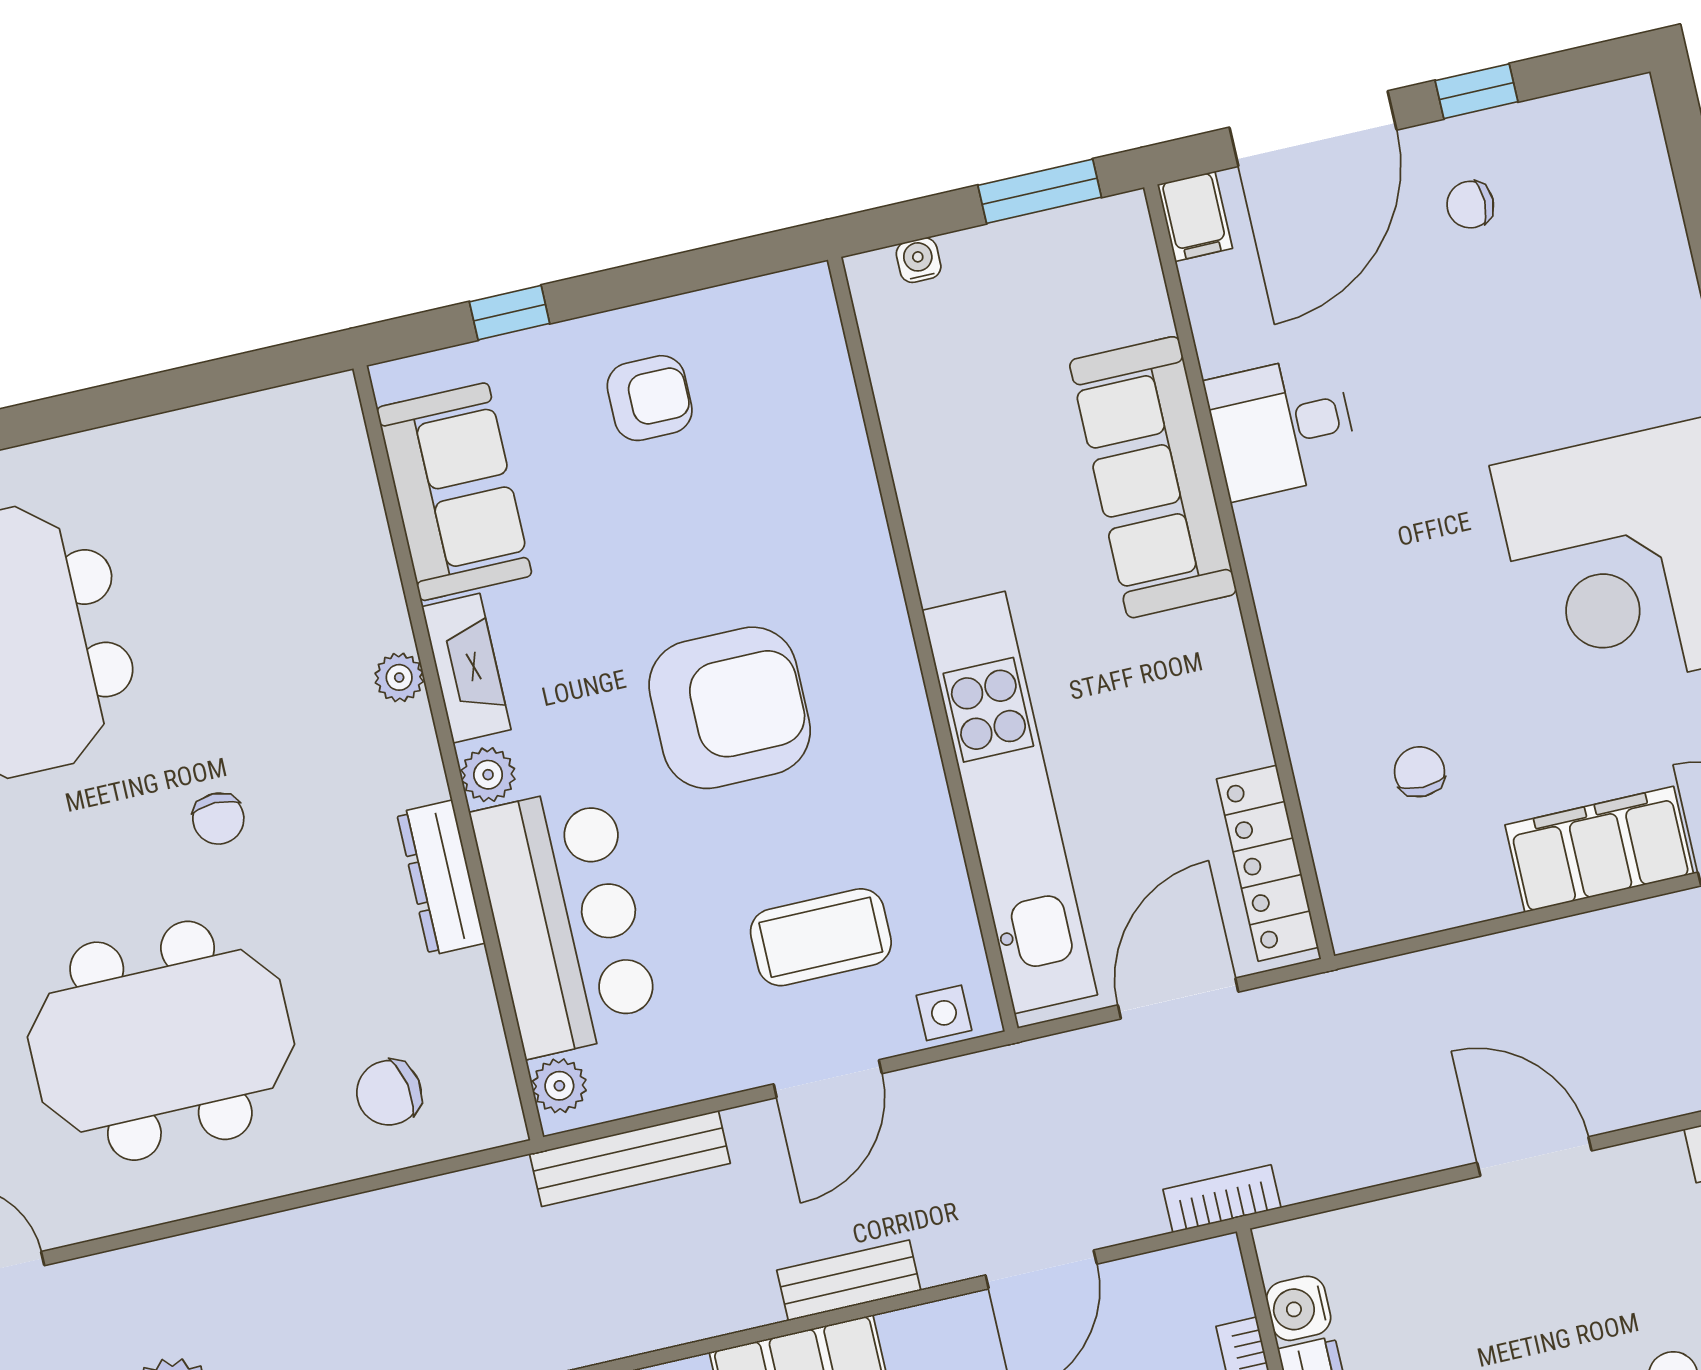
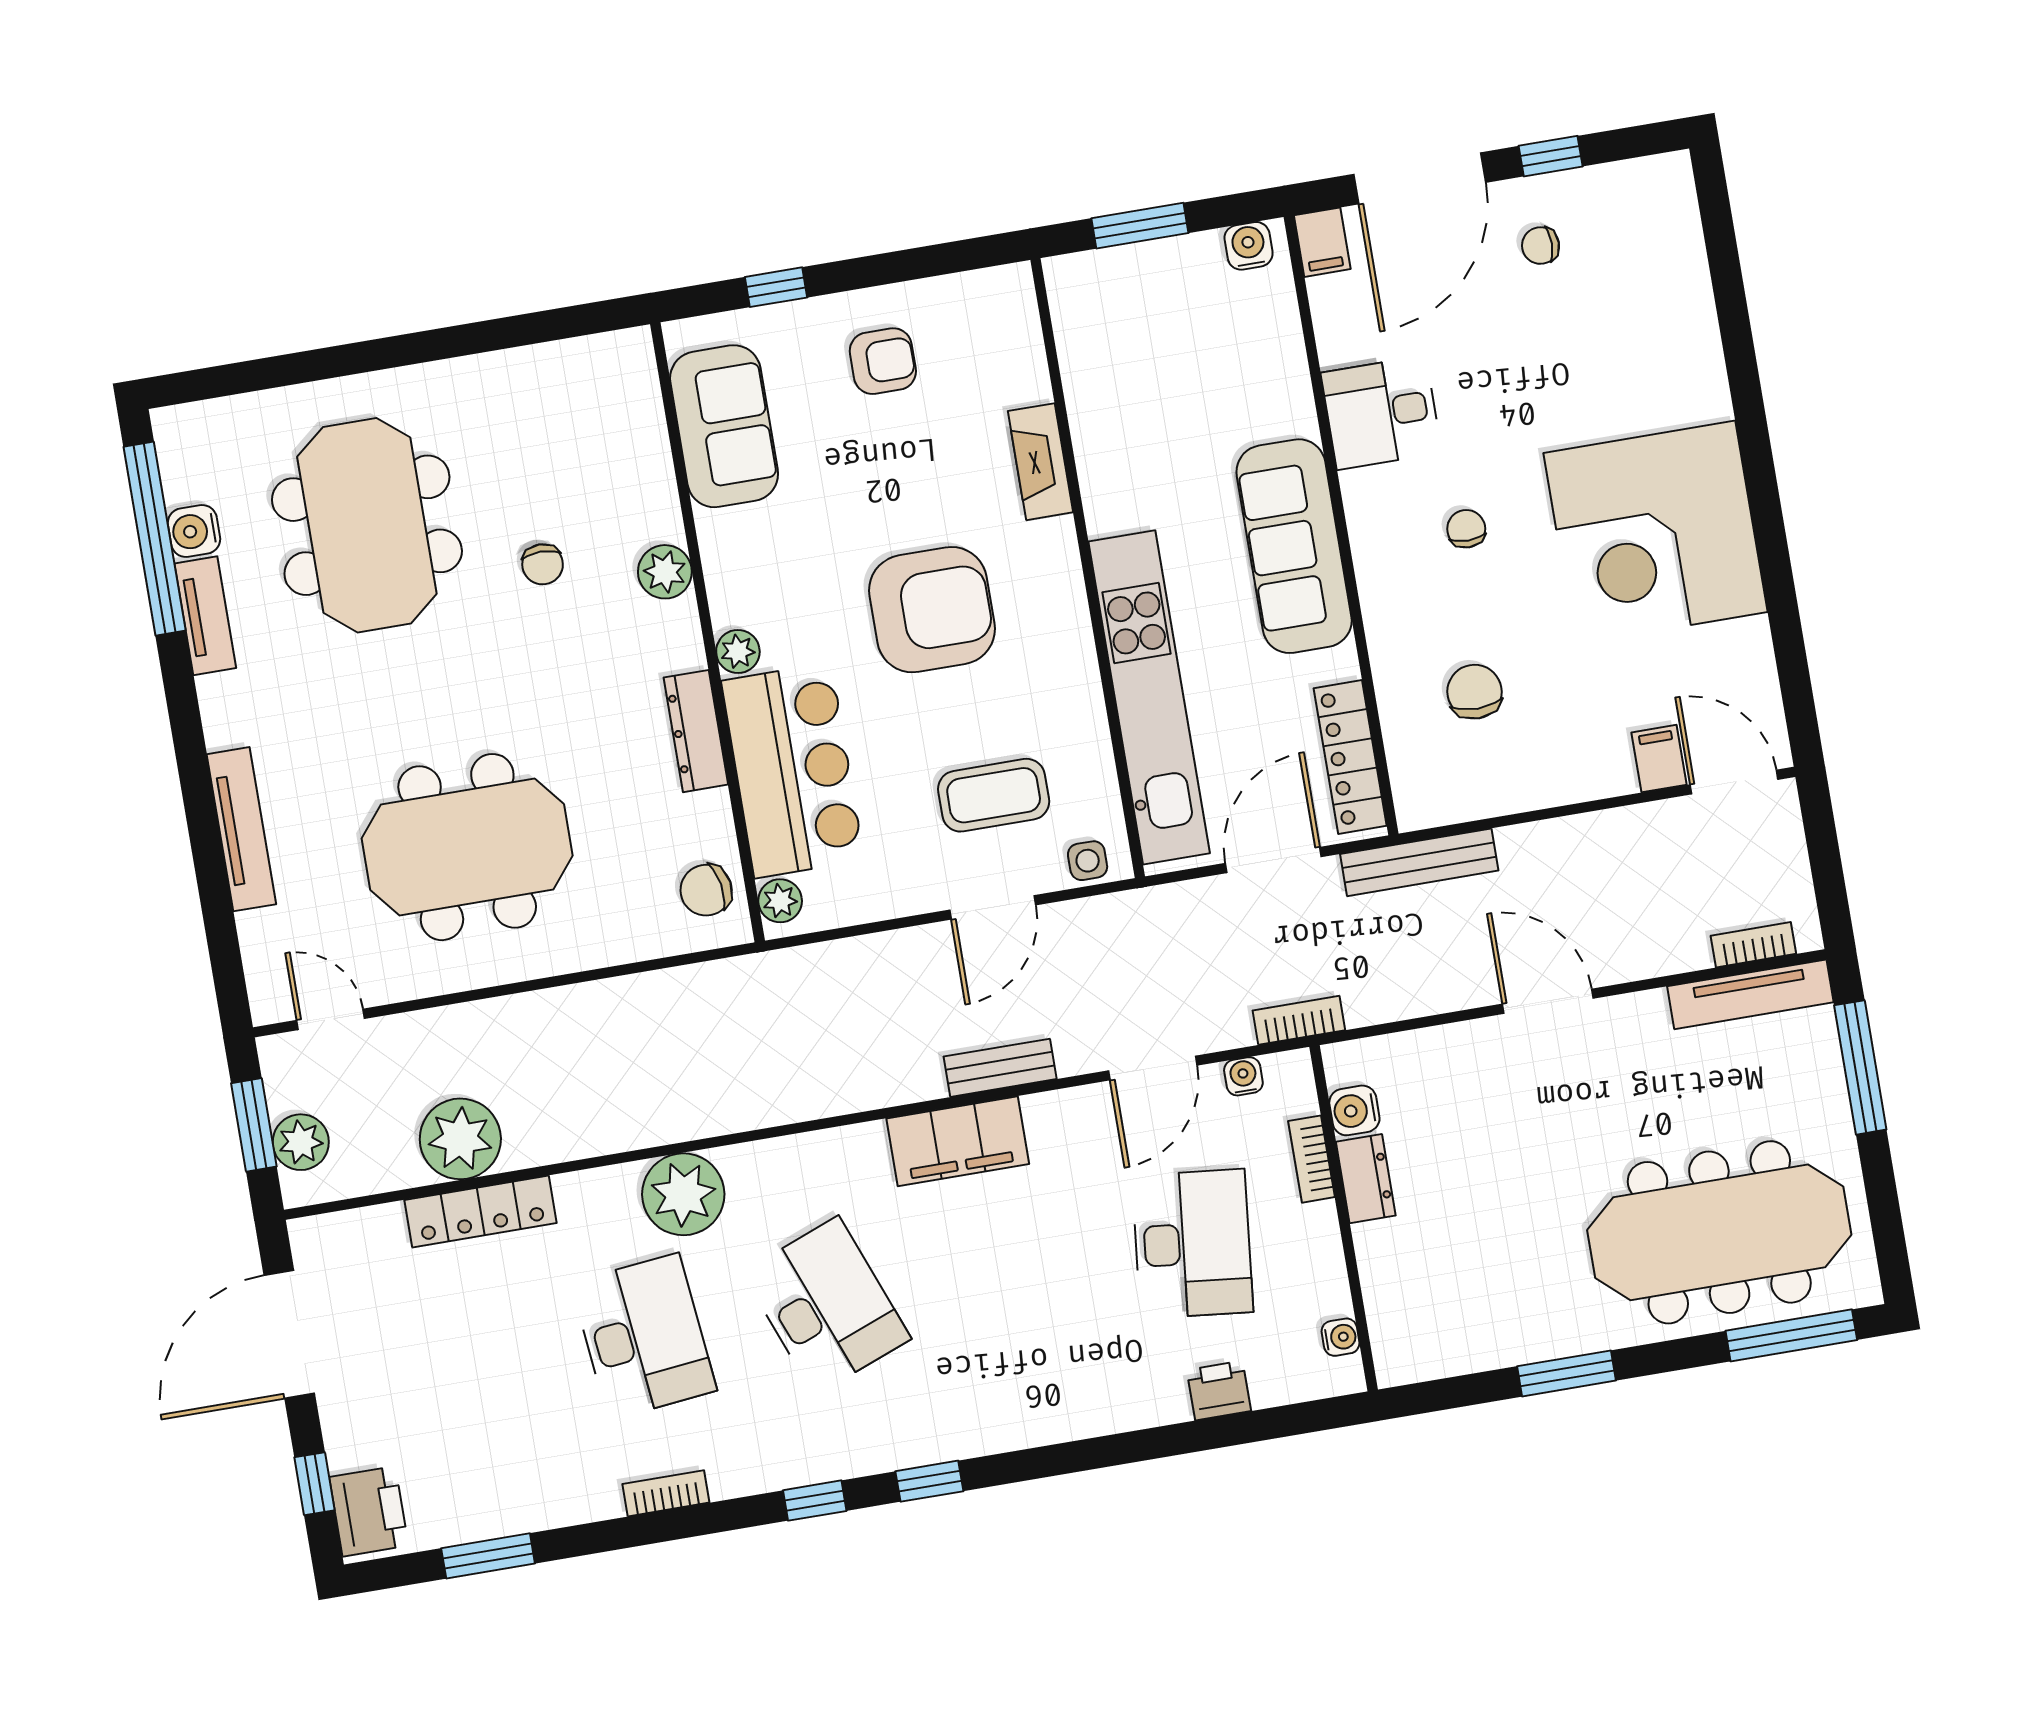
window: (1040, 191) -> (1140, 226), moved
water cooler: (919, 260) -> (1249, 246), moved, width x1.38, depth x1.38
sofa: (1153, 477) -> (1294, 546), moved
chair: (1397, 567) -> (1466, 529), added
fireplace: (466, 668) -> (1040, 462), moved, turned 180
plant: (399, 677) -> (665, 572), width x1.38, depth x1.38
chair: (1419, 772) -> (1474, 692), width x1.37, depth x1.37
chair: (218, 819) -> (543, 564), moved
filing cabinet: (1599, 849) -> (1659, 759), width x0.33, depth x0.86
chair: (389, 1093) -> (706, 890), moved
bench: (630, 1159) -> (1419, 862), moved
water cooler: (1156, 1273) -> (1243, 1076), added

